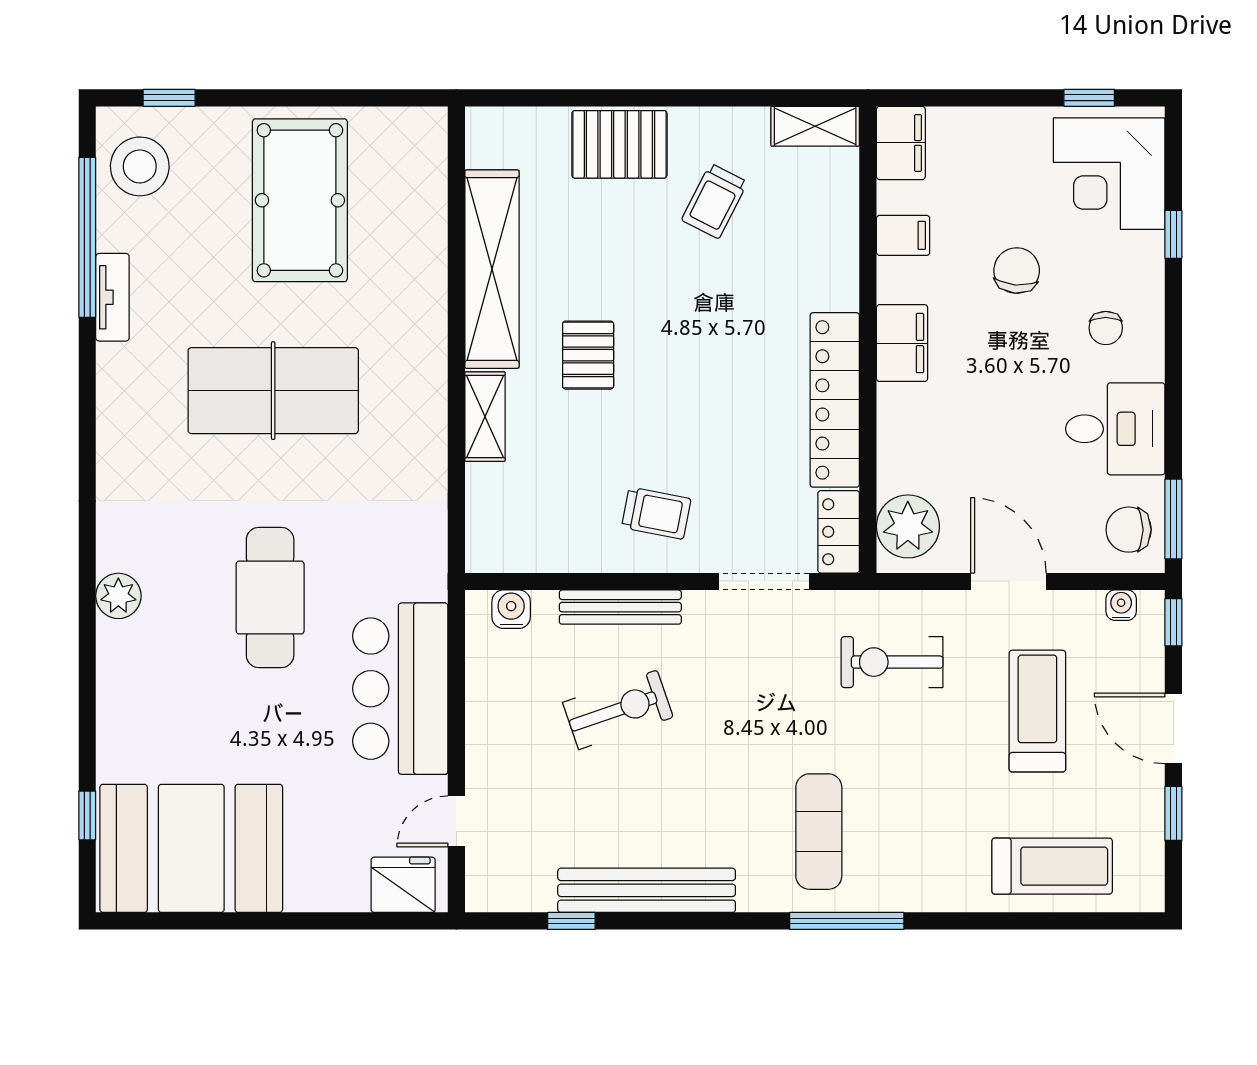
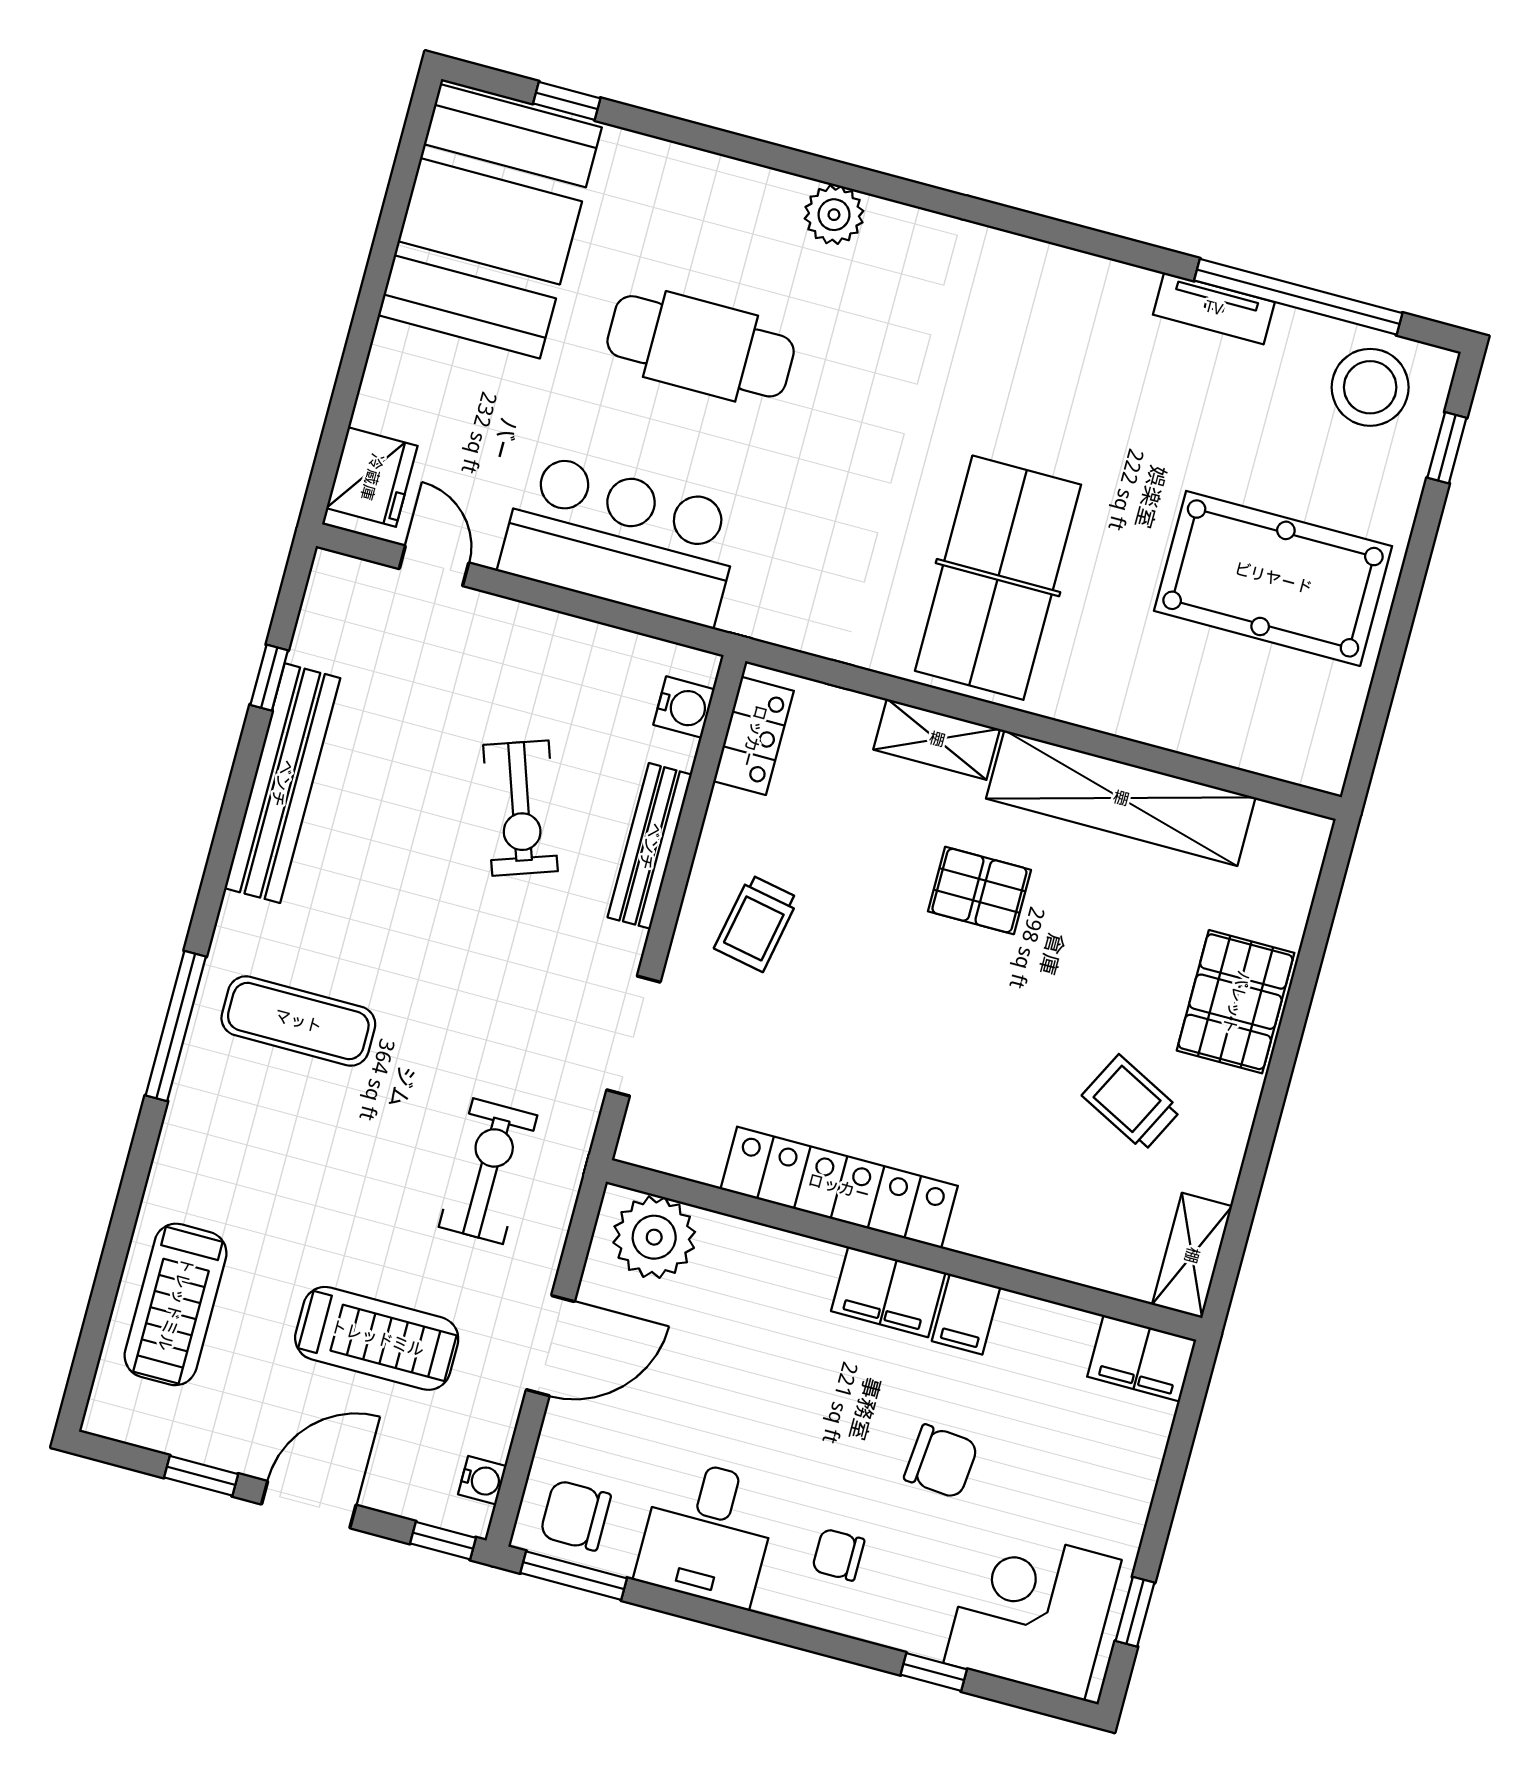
filing cabinet: (903, 235) -> (966, 1314), moved
table tennis table: (273, 391) -> (998, 578), moved
chair: (1129, 530) -> (575, 1515), turned -90
locker: (839, 532) -> (754, 736), moved, turned 90
cafe table: (270, 597) -> (701, 346), moved

